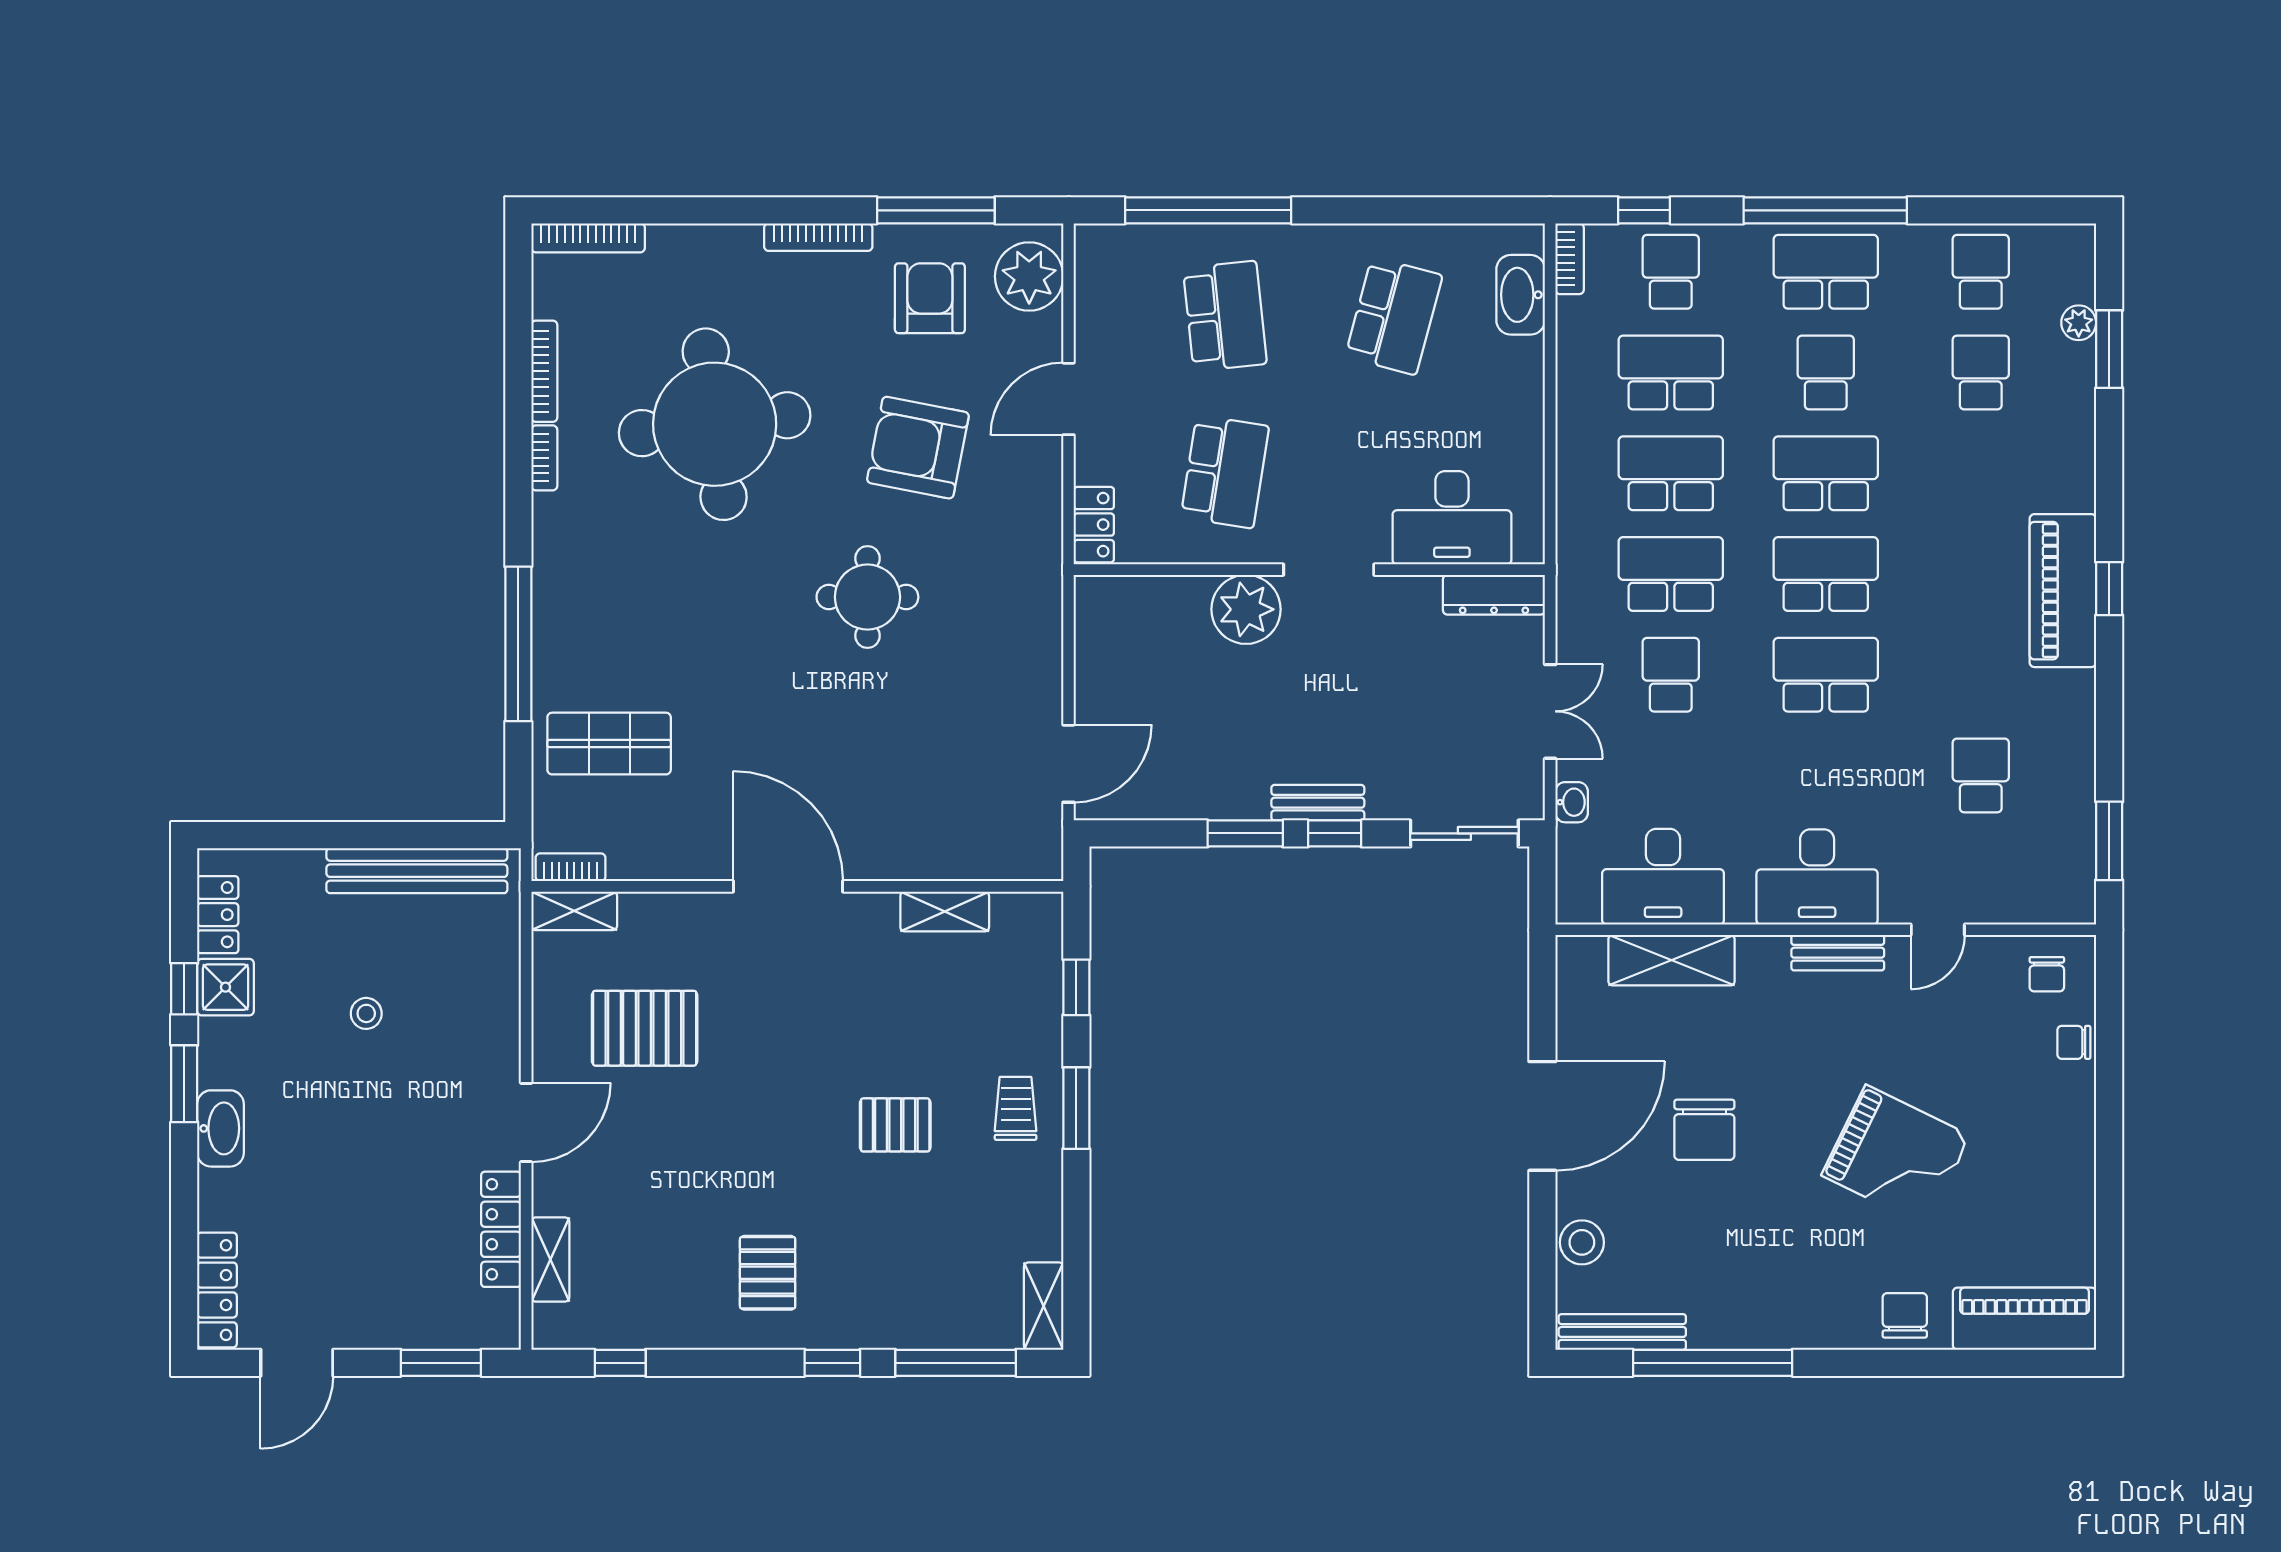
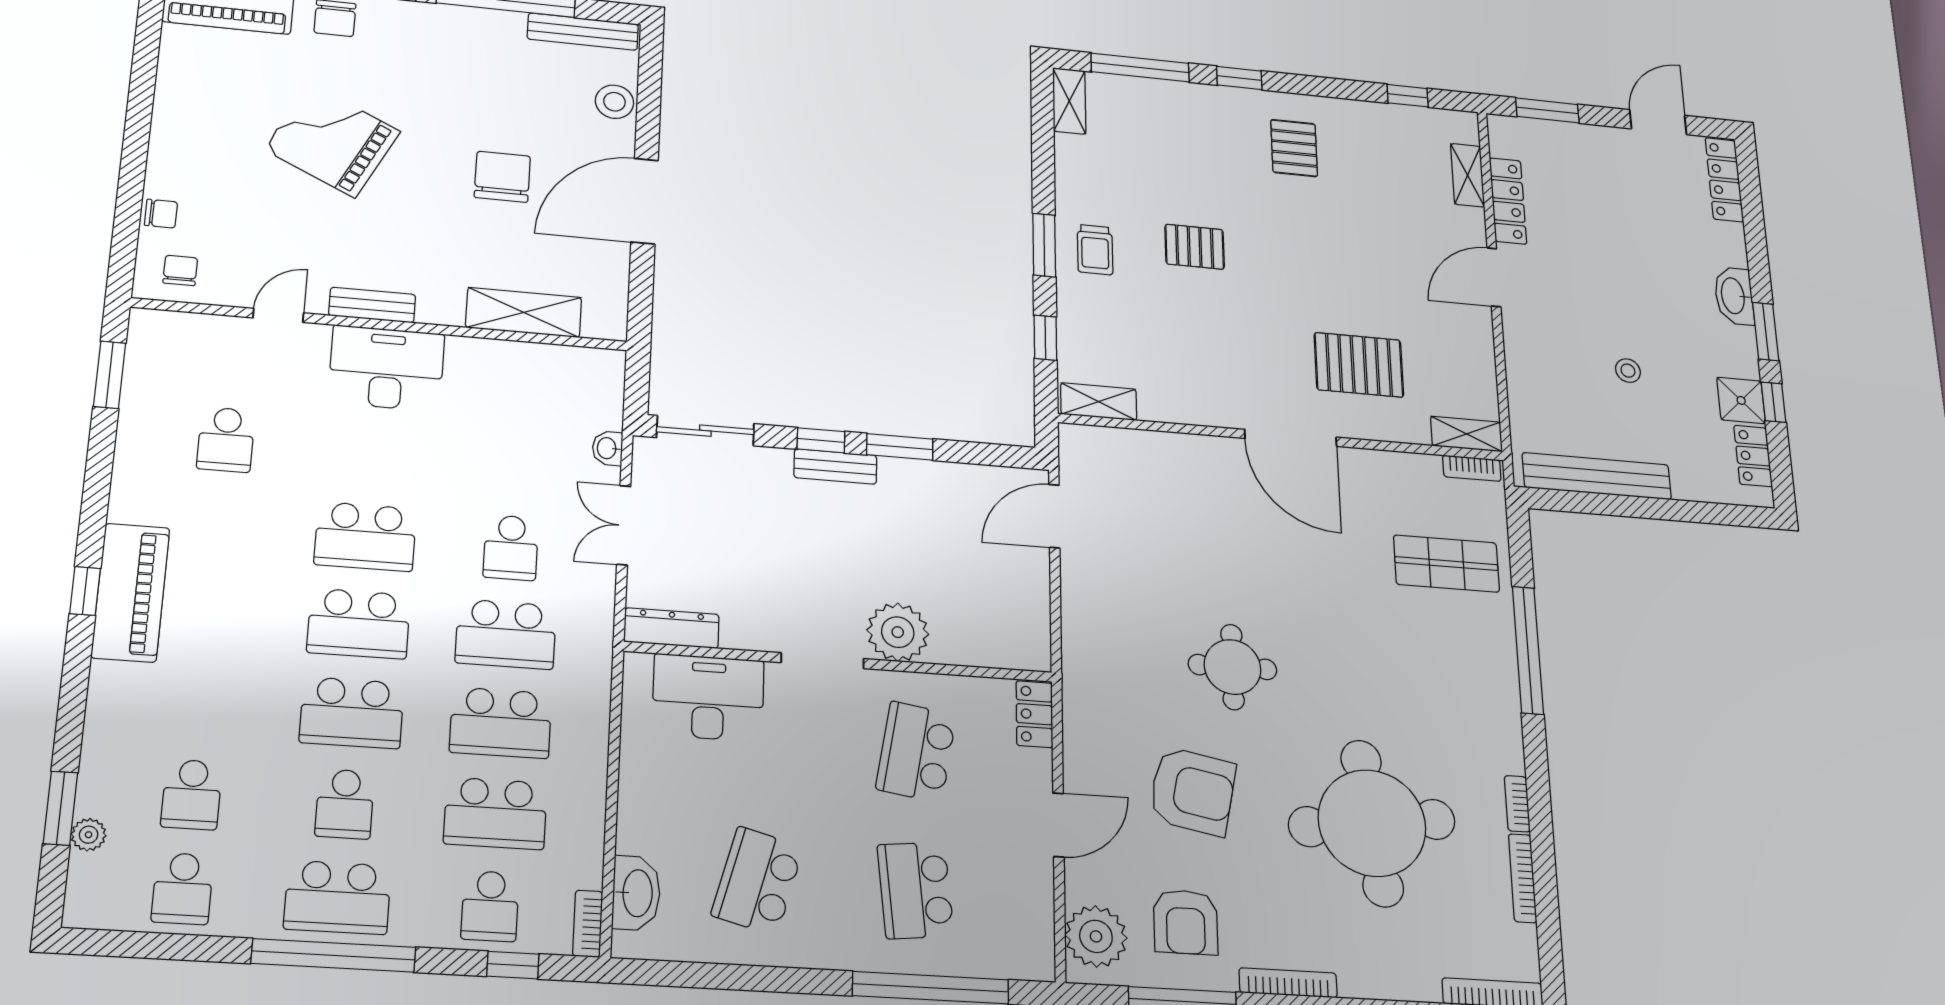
desk: (1663, 877) -> (528, 380), removed
shelving: (945, 912) -> (1099, 402), moved
pallet: (645, 1028) -> (1359, 365), moved

